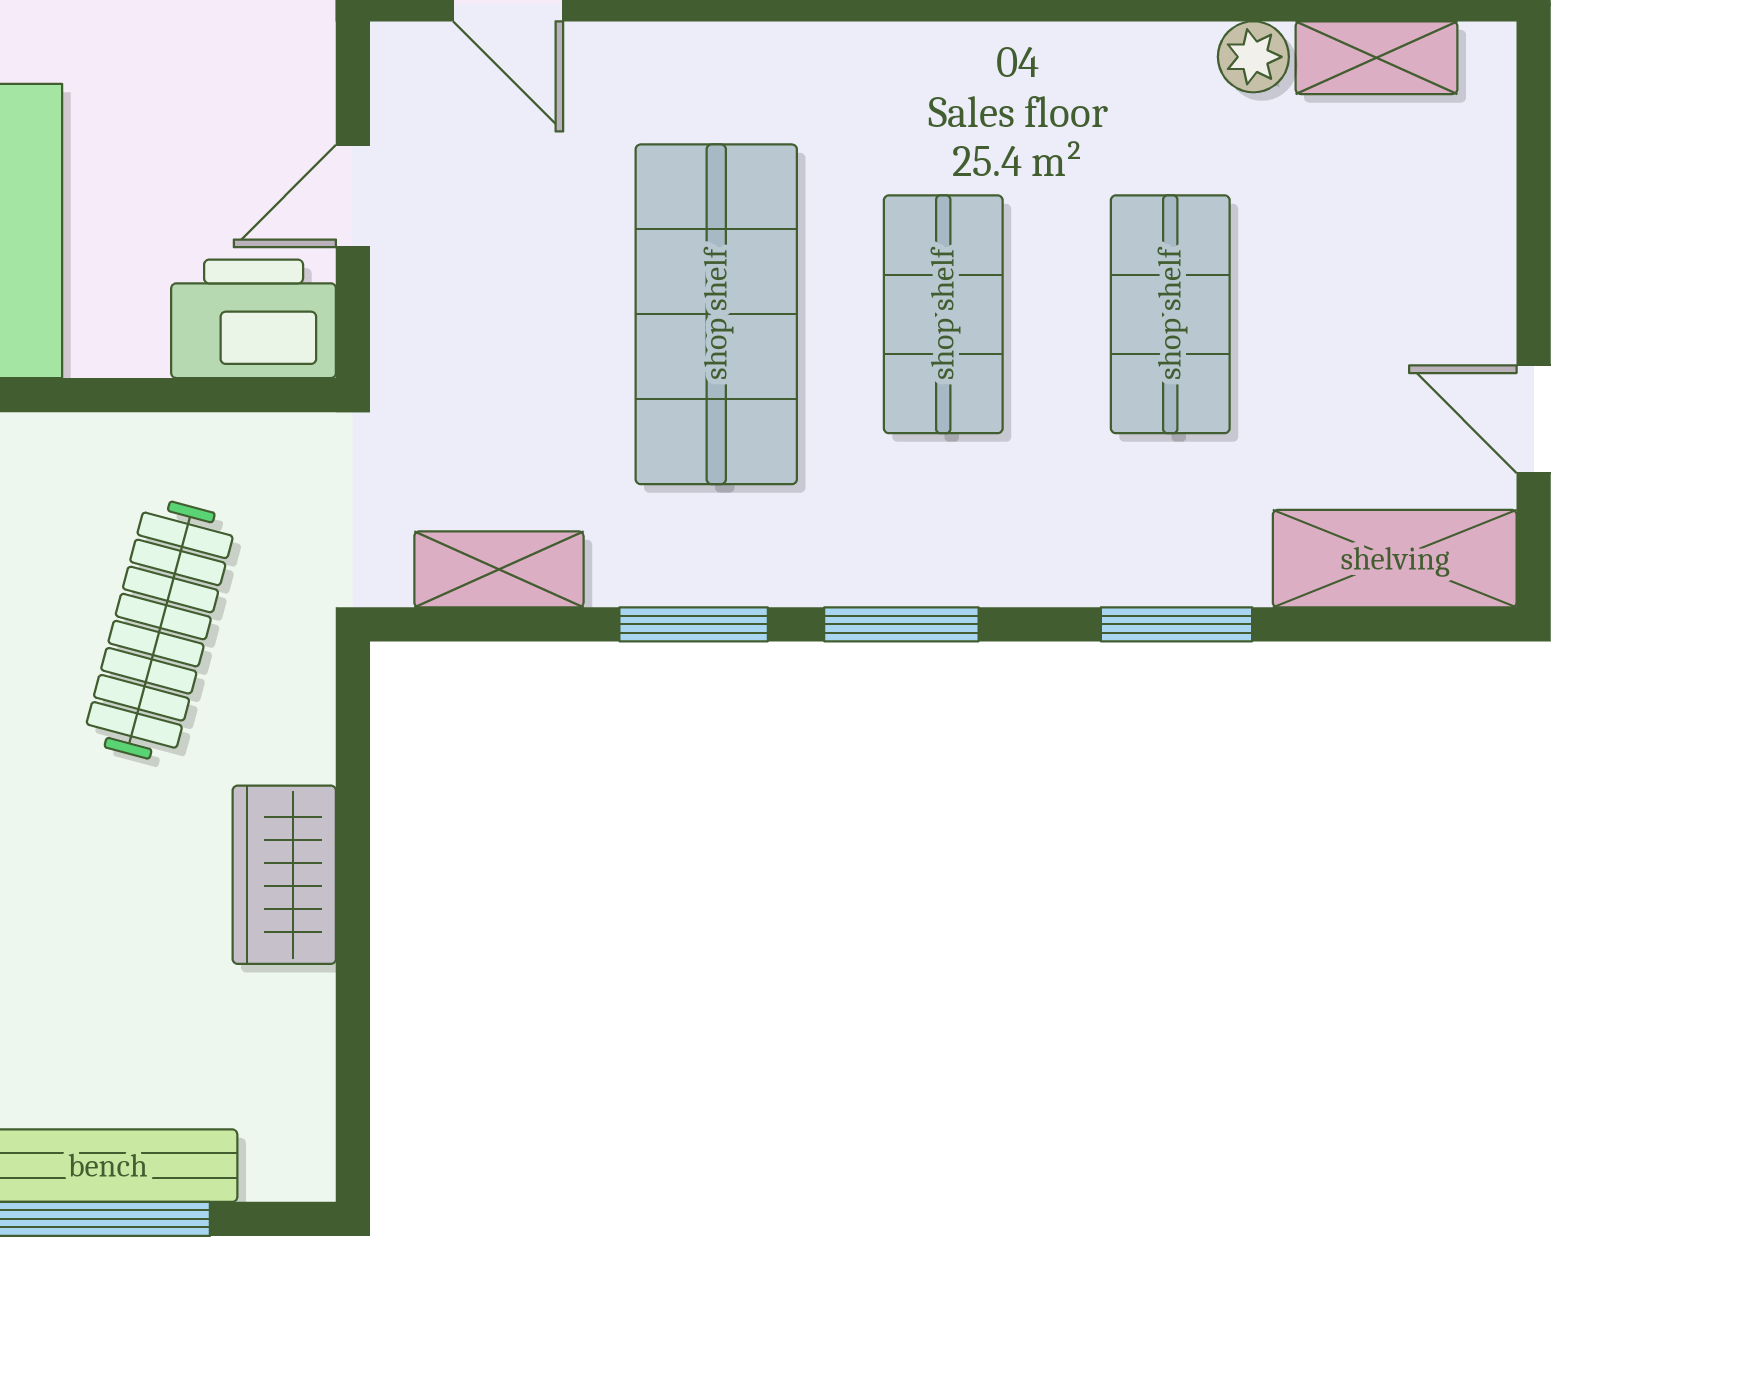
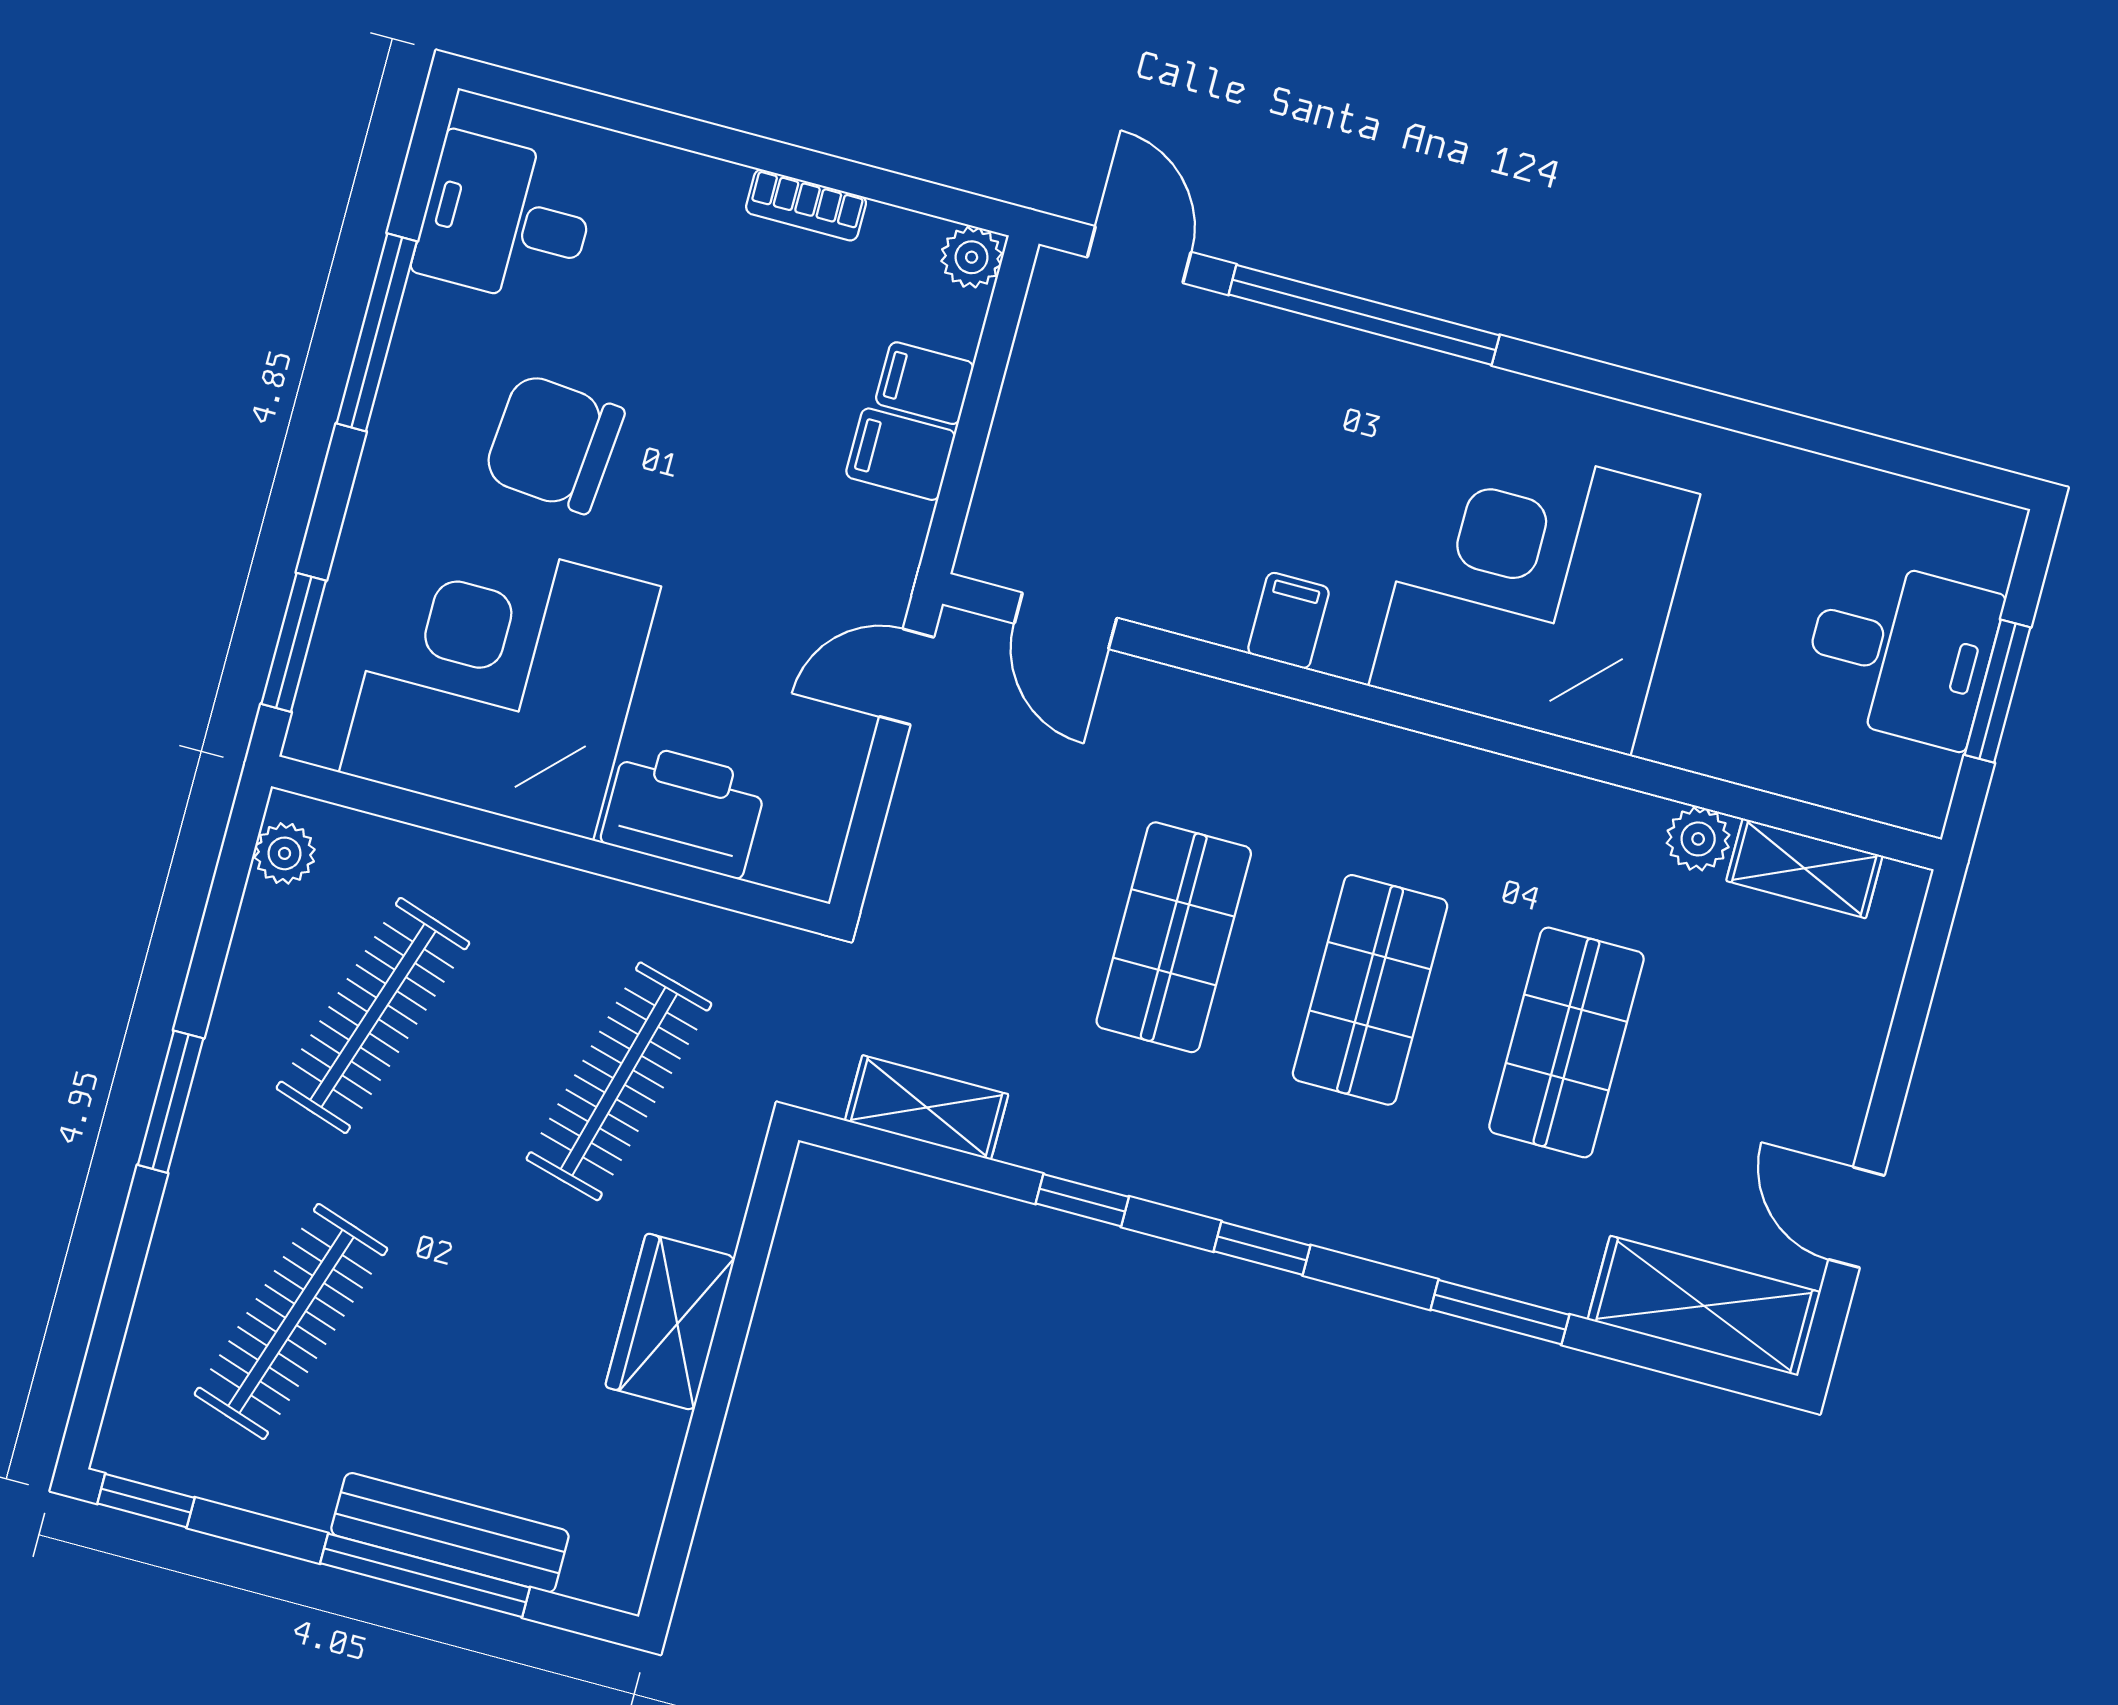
door: (353, 196) -> (907, 677), moved
shop shelf: (716, 314) -> (1174, 937), width x0.70, depth x0.74
printer: (254, 319) -> (684, 810), moved
window: (694, 624) -> (1082, 1200), width x0.67
window: (901, 624) -> (1262, 1248), width x0.67

